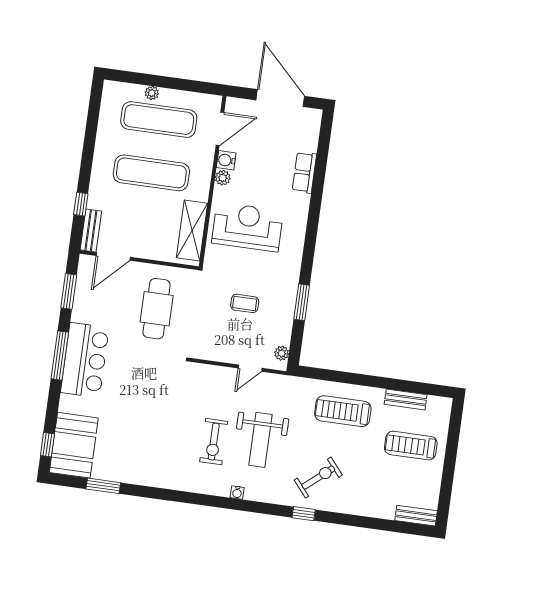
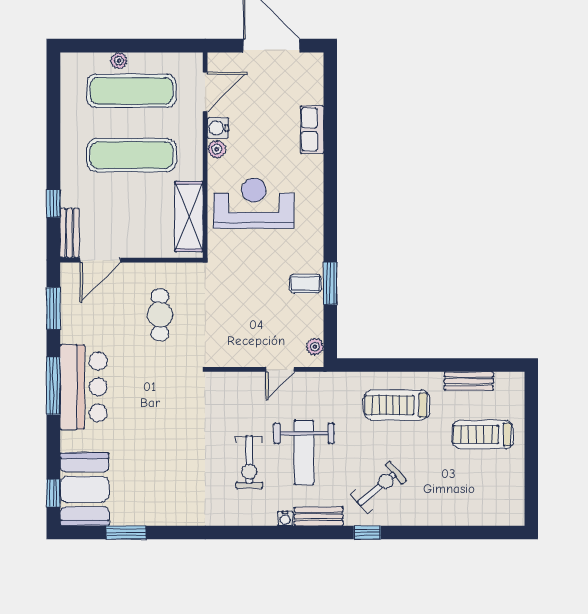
coffee table: (245, 303) -> (305, 284), moved
cafe table: (157, 309) -> (160, 315), width x0.73, depth x0.74
bench: (416, 516) -> (319, 516), moved

